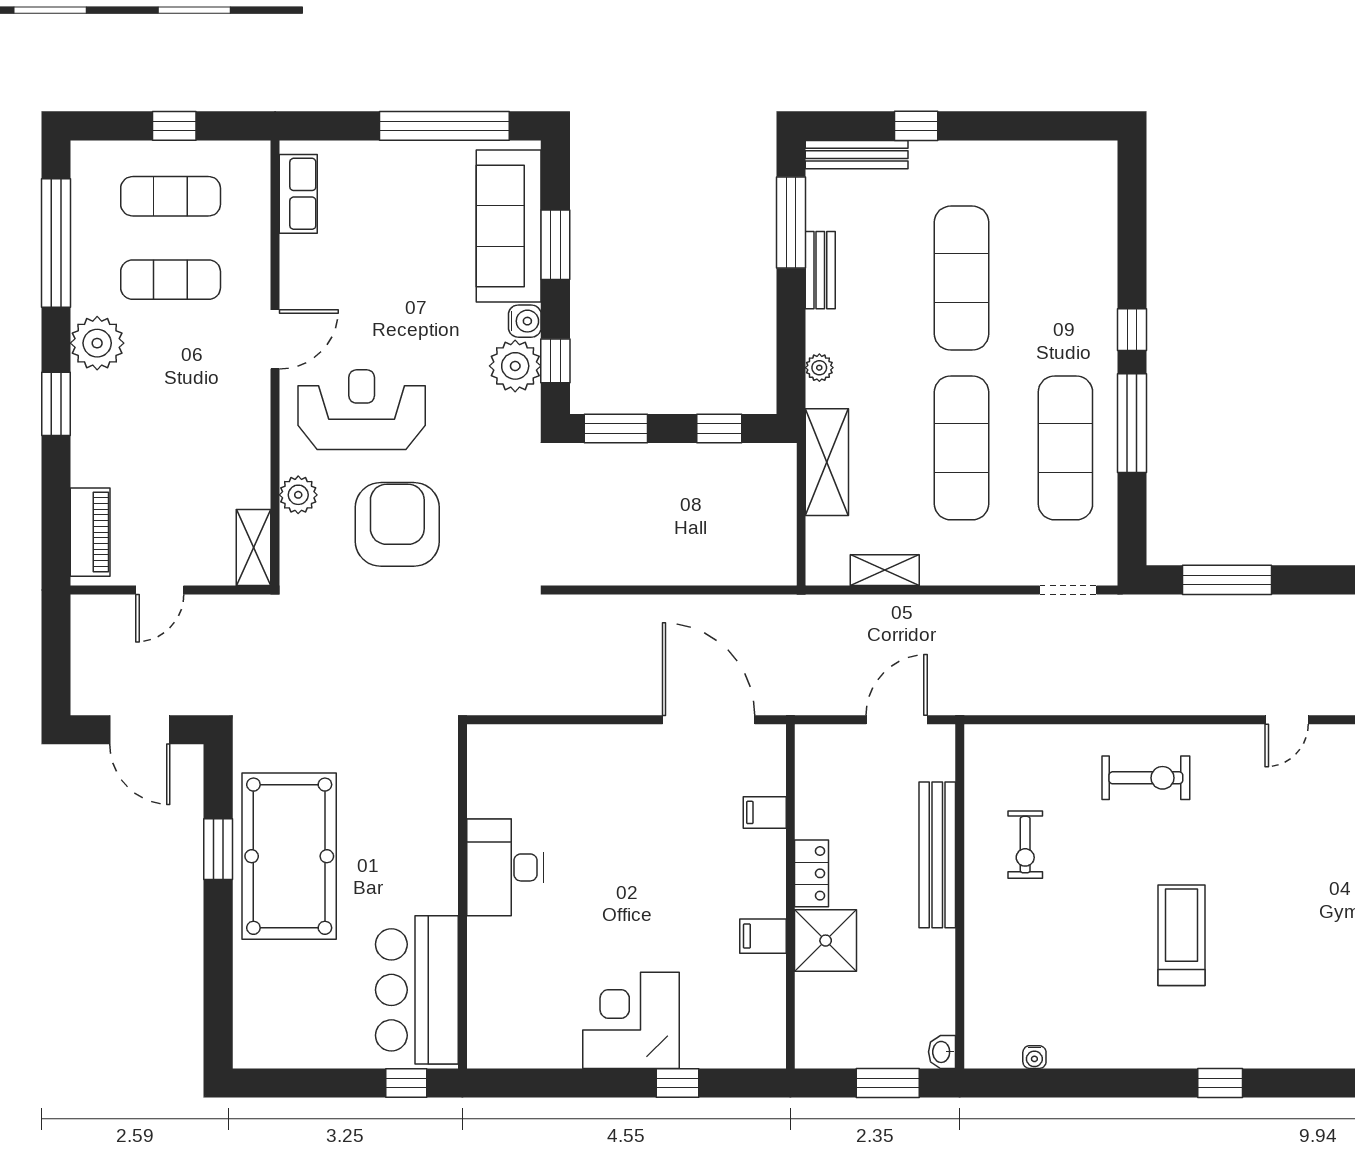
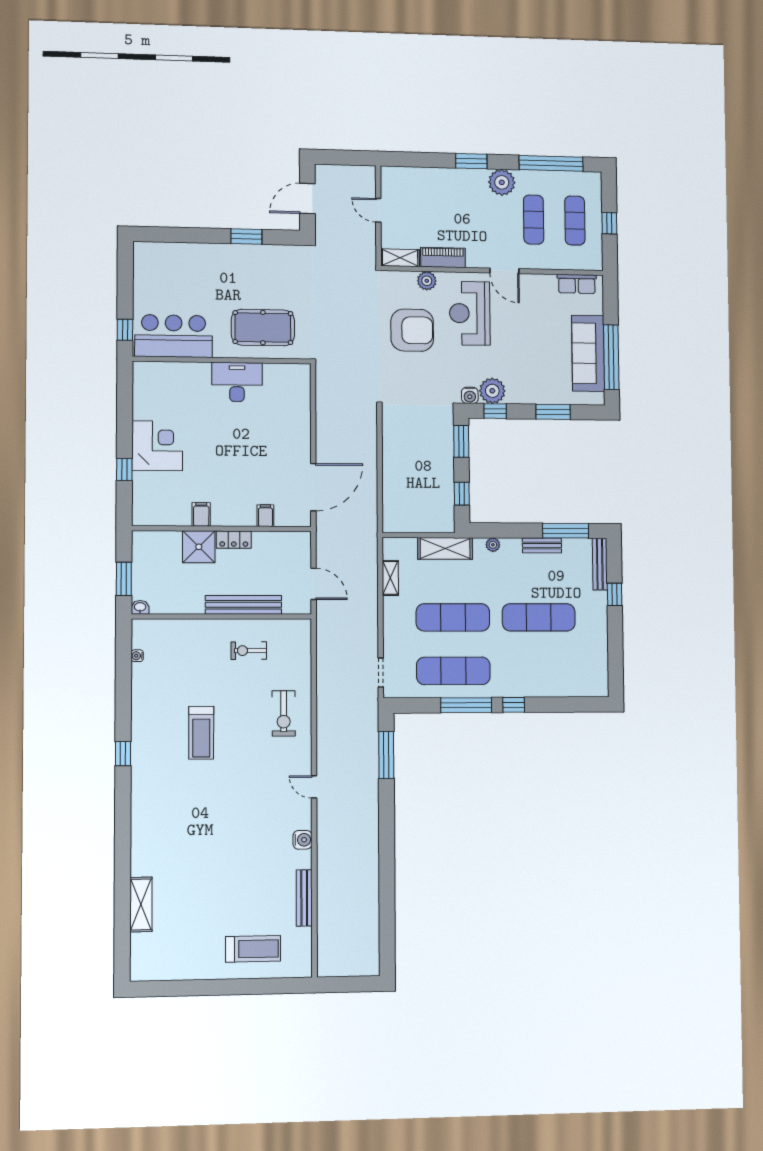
sofa: (509, 226) -> (588, 353), moved, turned -90
water cooler: (525, 321) -> (470, 395), moved
reception desk: (362, 410) -> (470, 313), turned 180
piano: (90, 532) -> (443, 257), moved, turned 180
pool table: (289, 856) -> (263, 328), moved, width x0.73, depth x0.76
treadmill: (1182, 935) -> (201, 733), turned 90

